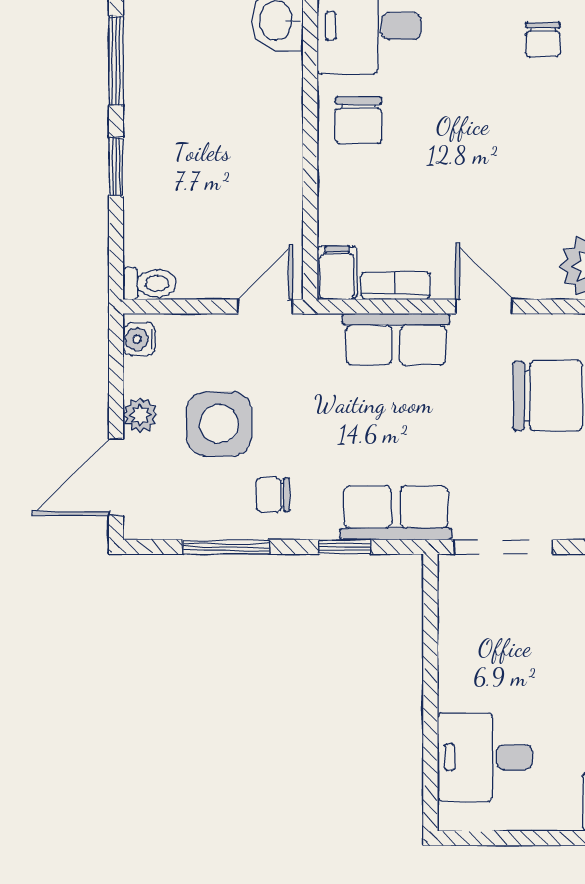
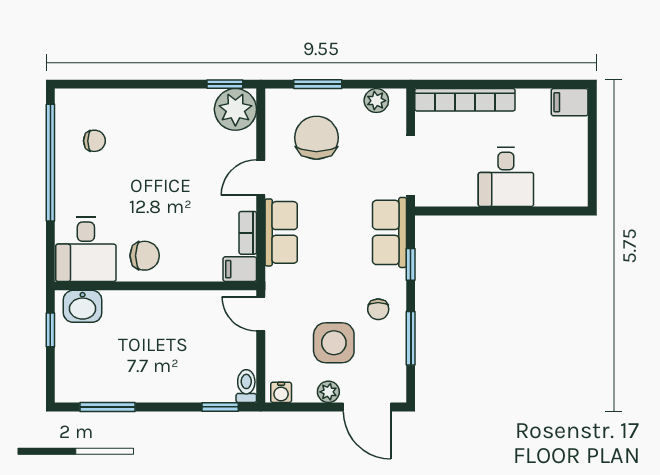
window: (116, 167) -> (220, 407), moved
desk: (485, 757) -> (506, 177), moved

